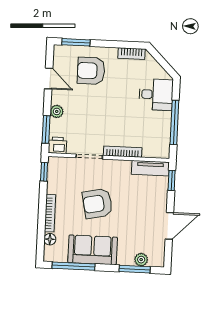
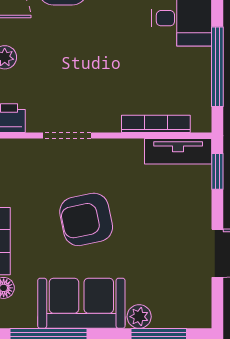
bookcase: (123, 152) -> (156, 124), moved
plant: (141, 260) -> (139, 317), moved

